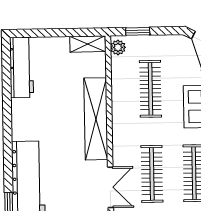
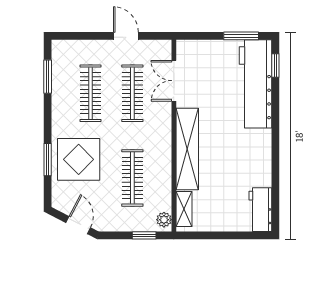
shelving: (88, 44) -> (184, 209), moved, turned 90
workbench: (21, 67) -> (260, 210), width x0.73

